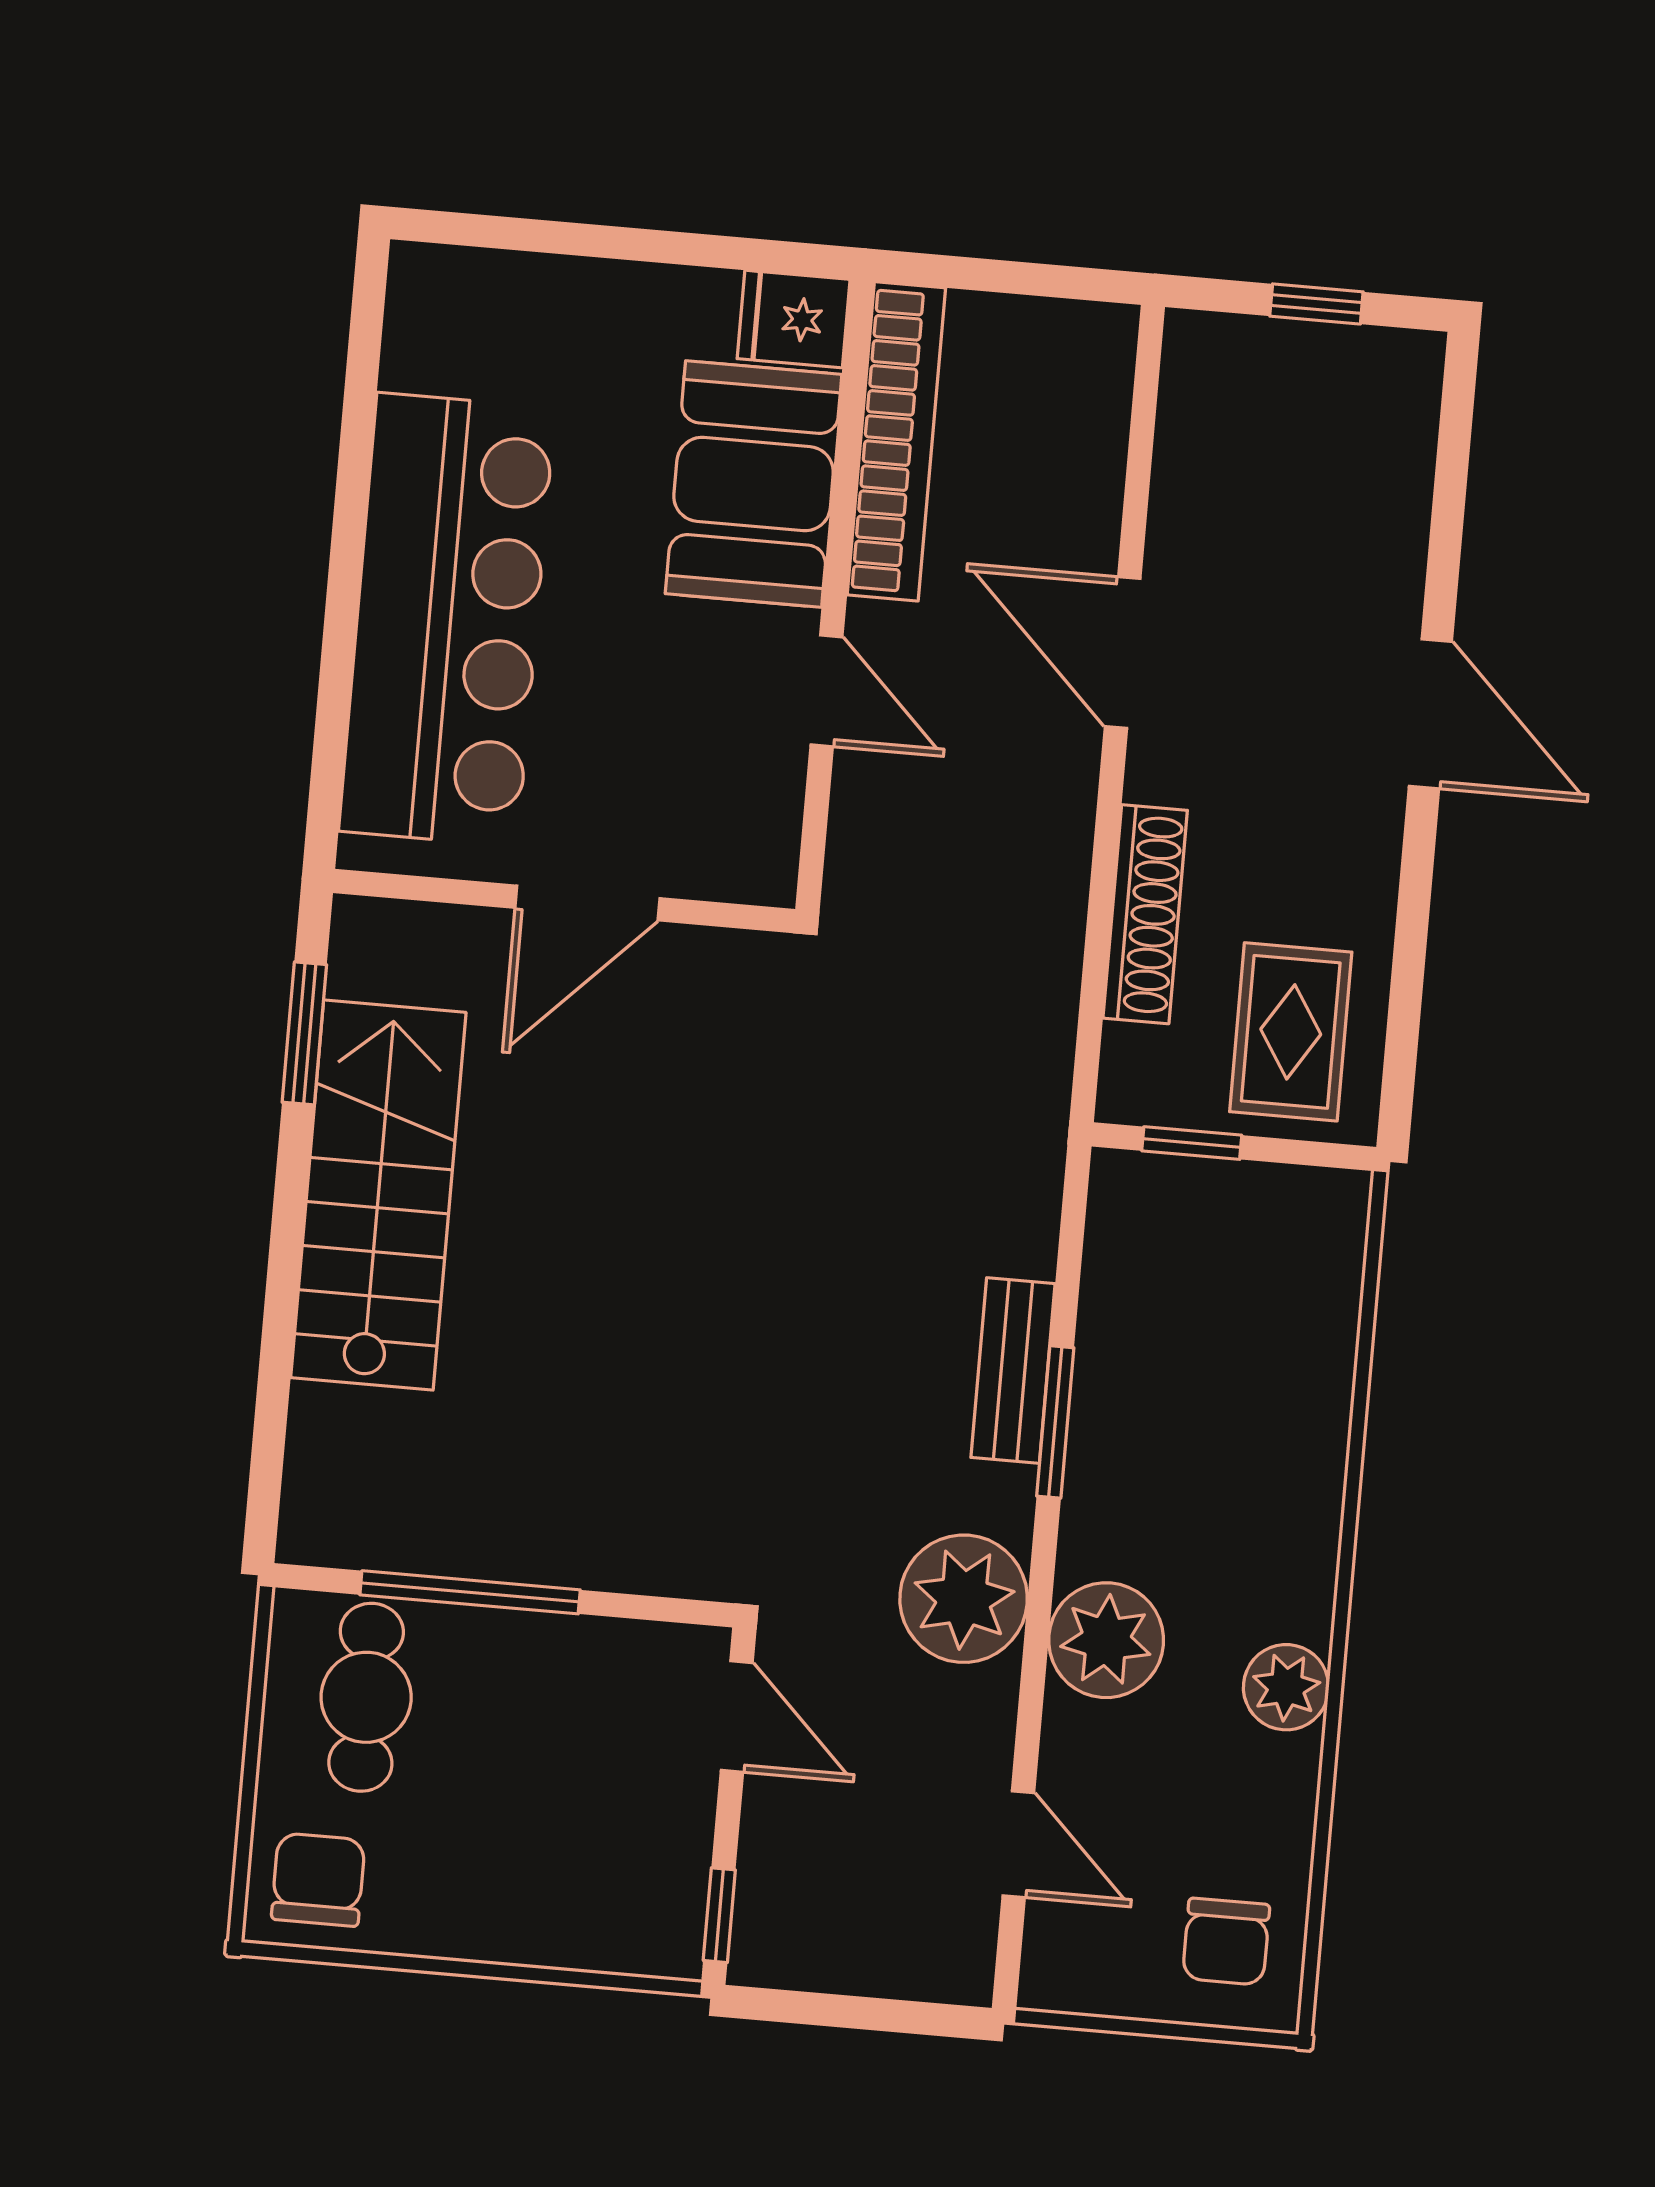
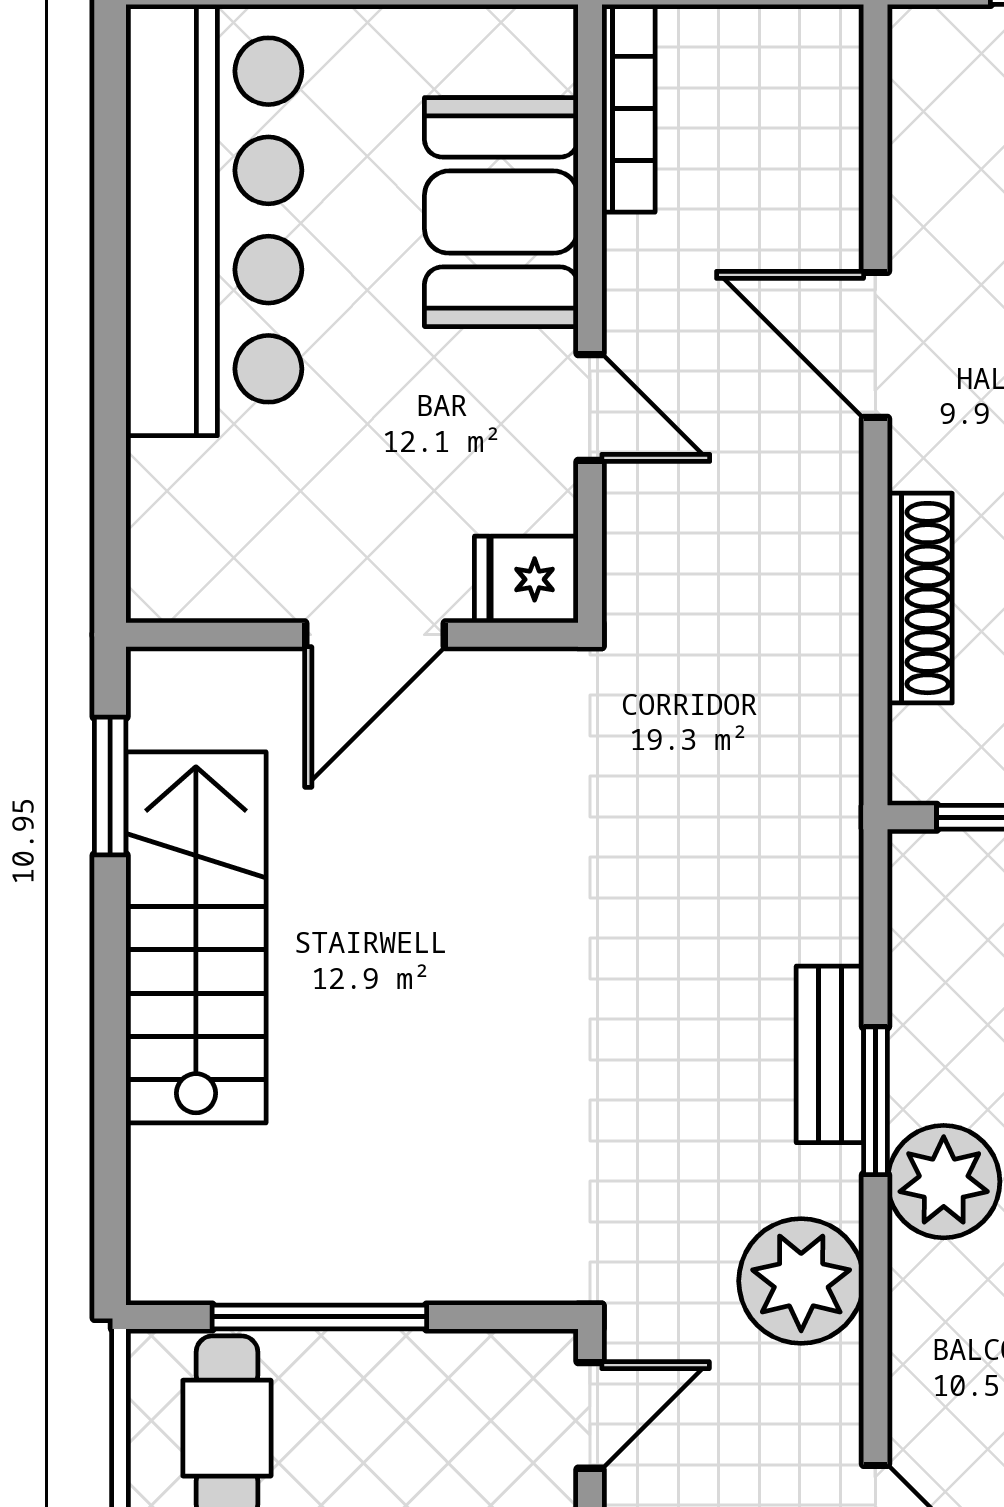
fridge: (794, 319) -> (526, 579), moved
bookcase: (896, 441) -> (628, 108), width x0.68, depth x0.76
bar counter: (447, 619) -> (214, 220), moved
plant: (1106, 1640) -> (944, 1182), moved
door: (737, 1717) -> (590, 1415), hinge flipped

